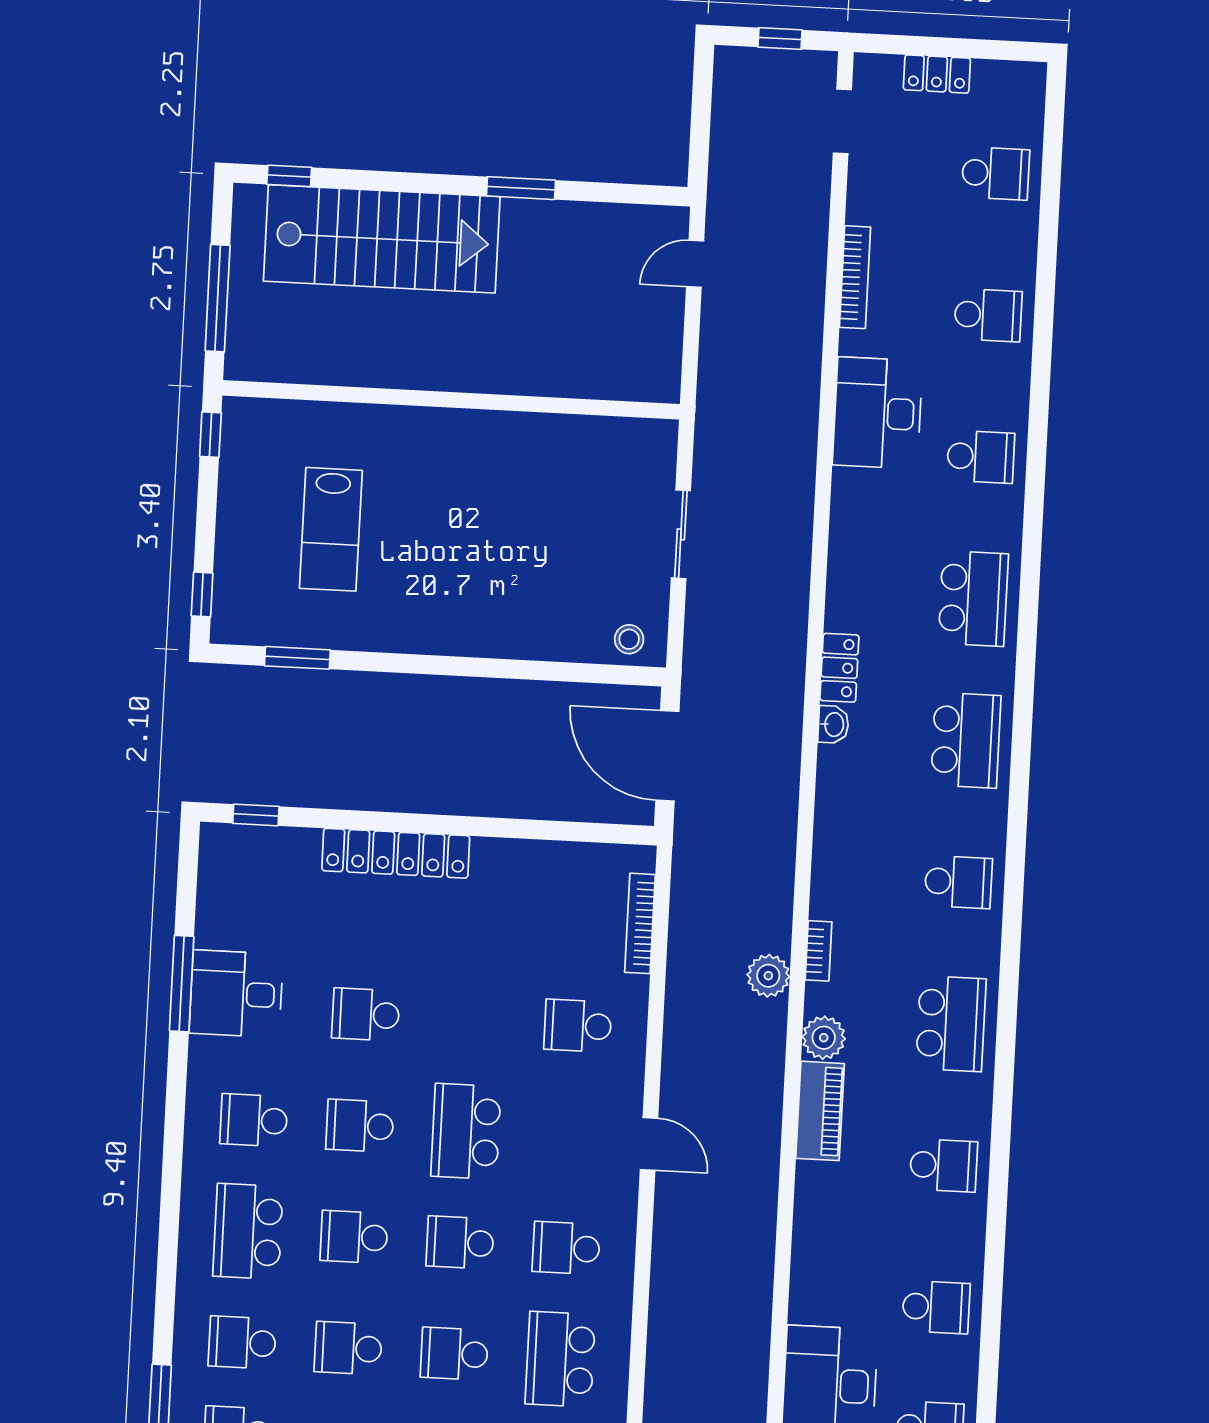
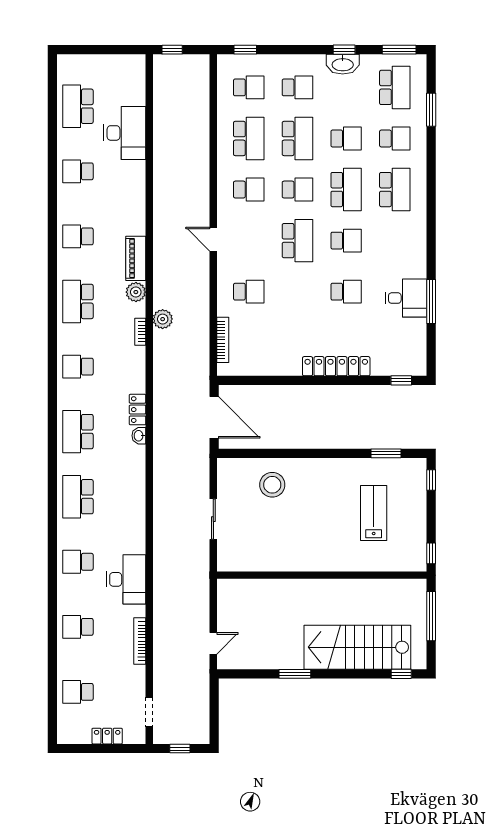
stool: (629, 639) -> (272, 485), moved, width x1.89, depth x1.89
locker: (839, 668) -> (138, 410), moved
school desk: (254, 1120) -> (395, 241), removed
school desk: (354, 1237) -> (346, 190), width x1.85
school desk: (454, 1354) -> (297, 138), width x1.85

